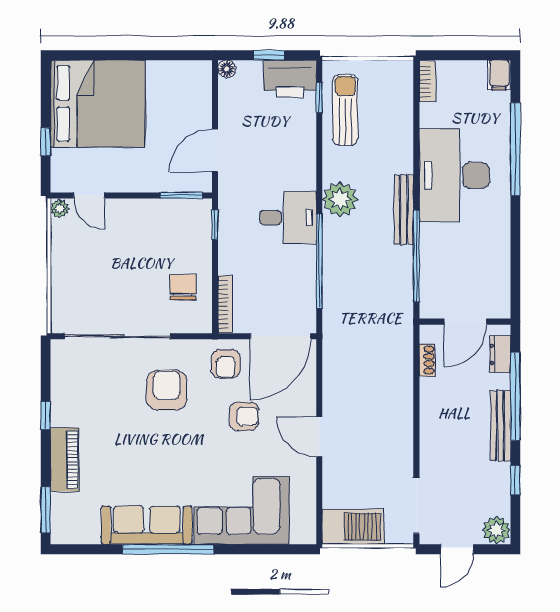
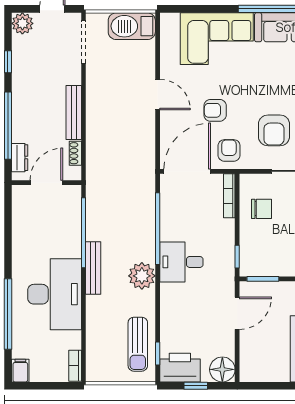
floor lamp: (227, 69) -> (222, 369), width x1.89, depth x1.89
chair: (183, 287) -> (262, 209), turned -90
bench: (501, 426) -> (74, 112), moved

